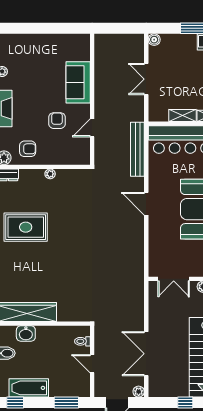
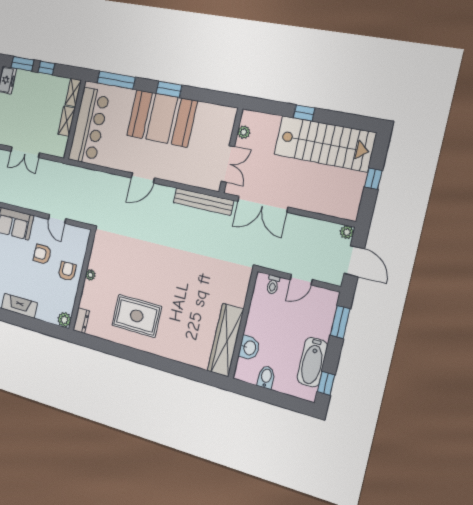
armchair: (28, 149) -> (67, 271), moved
bench: (137, 149) -> (203, 202), moved
rug: (26, 227) -> (137, 316), turned 90
double door: (146, 354) -> (263, 204), moved

